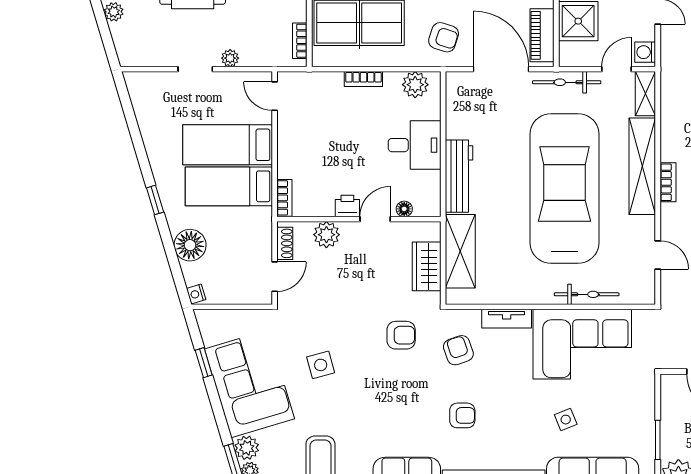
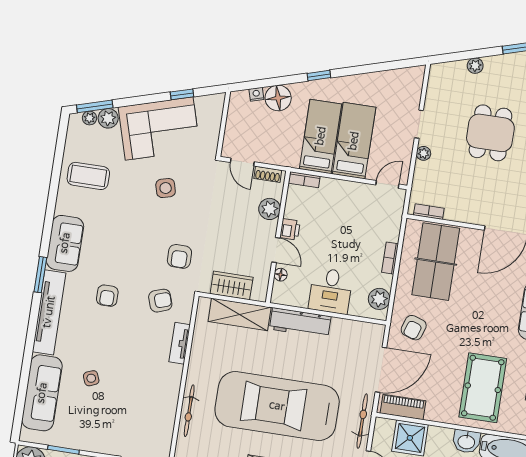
car: (564, 188) -> (277, 406), turned 180
nightstand: (196, 294) -> (256, 94), moved
corner sofa: (582, 344) -> (150, 401), removed

